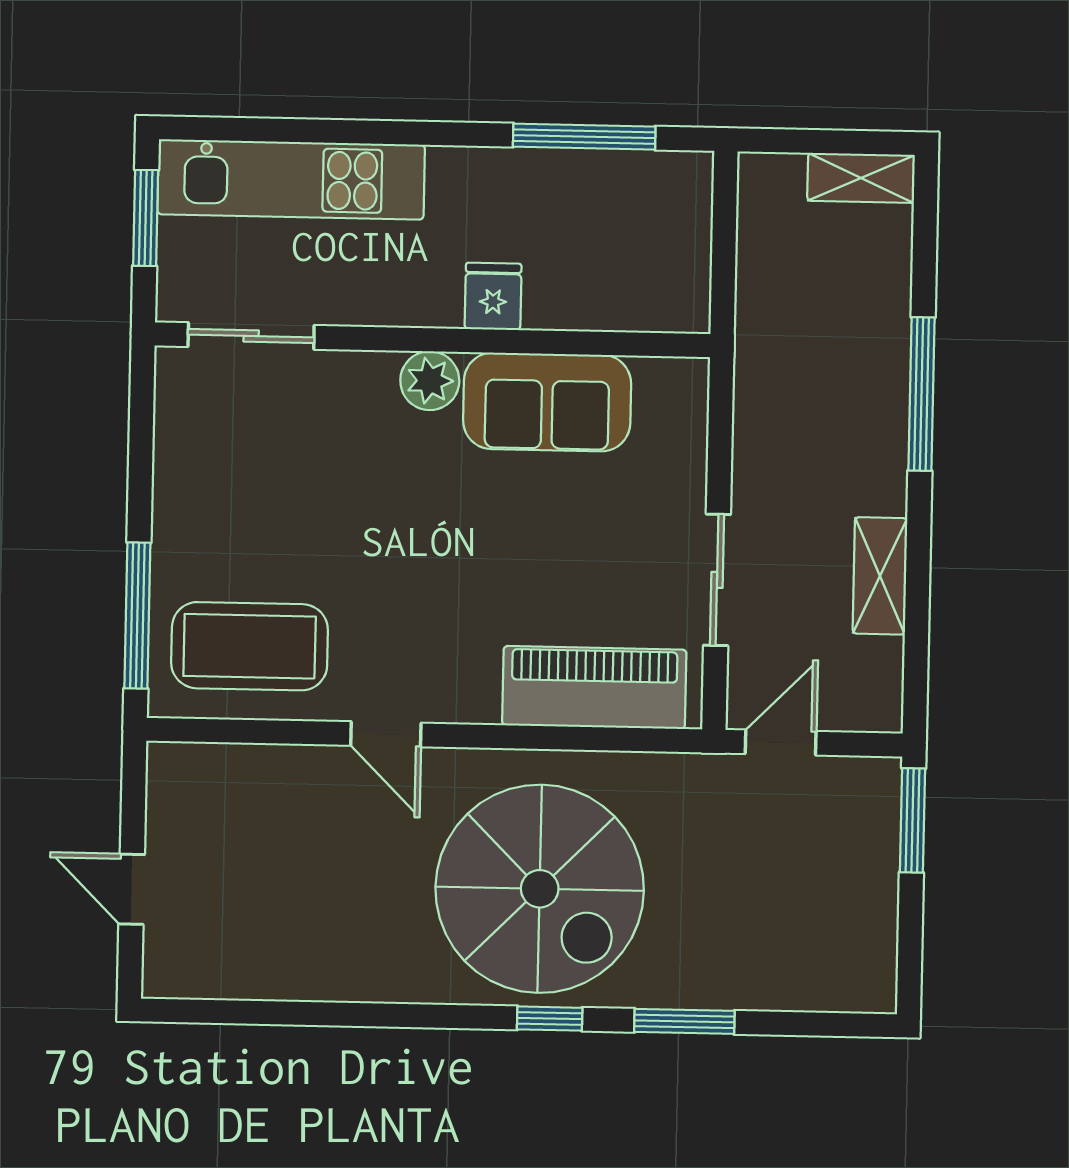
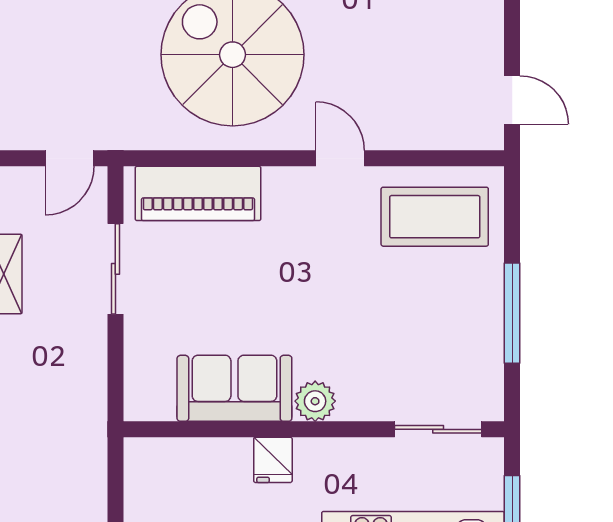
window: (137, 616) -> (512, 313), moved
door: (132, 889) -> (512, 100), moved

